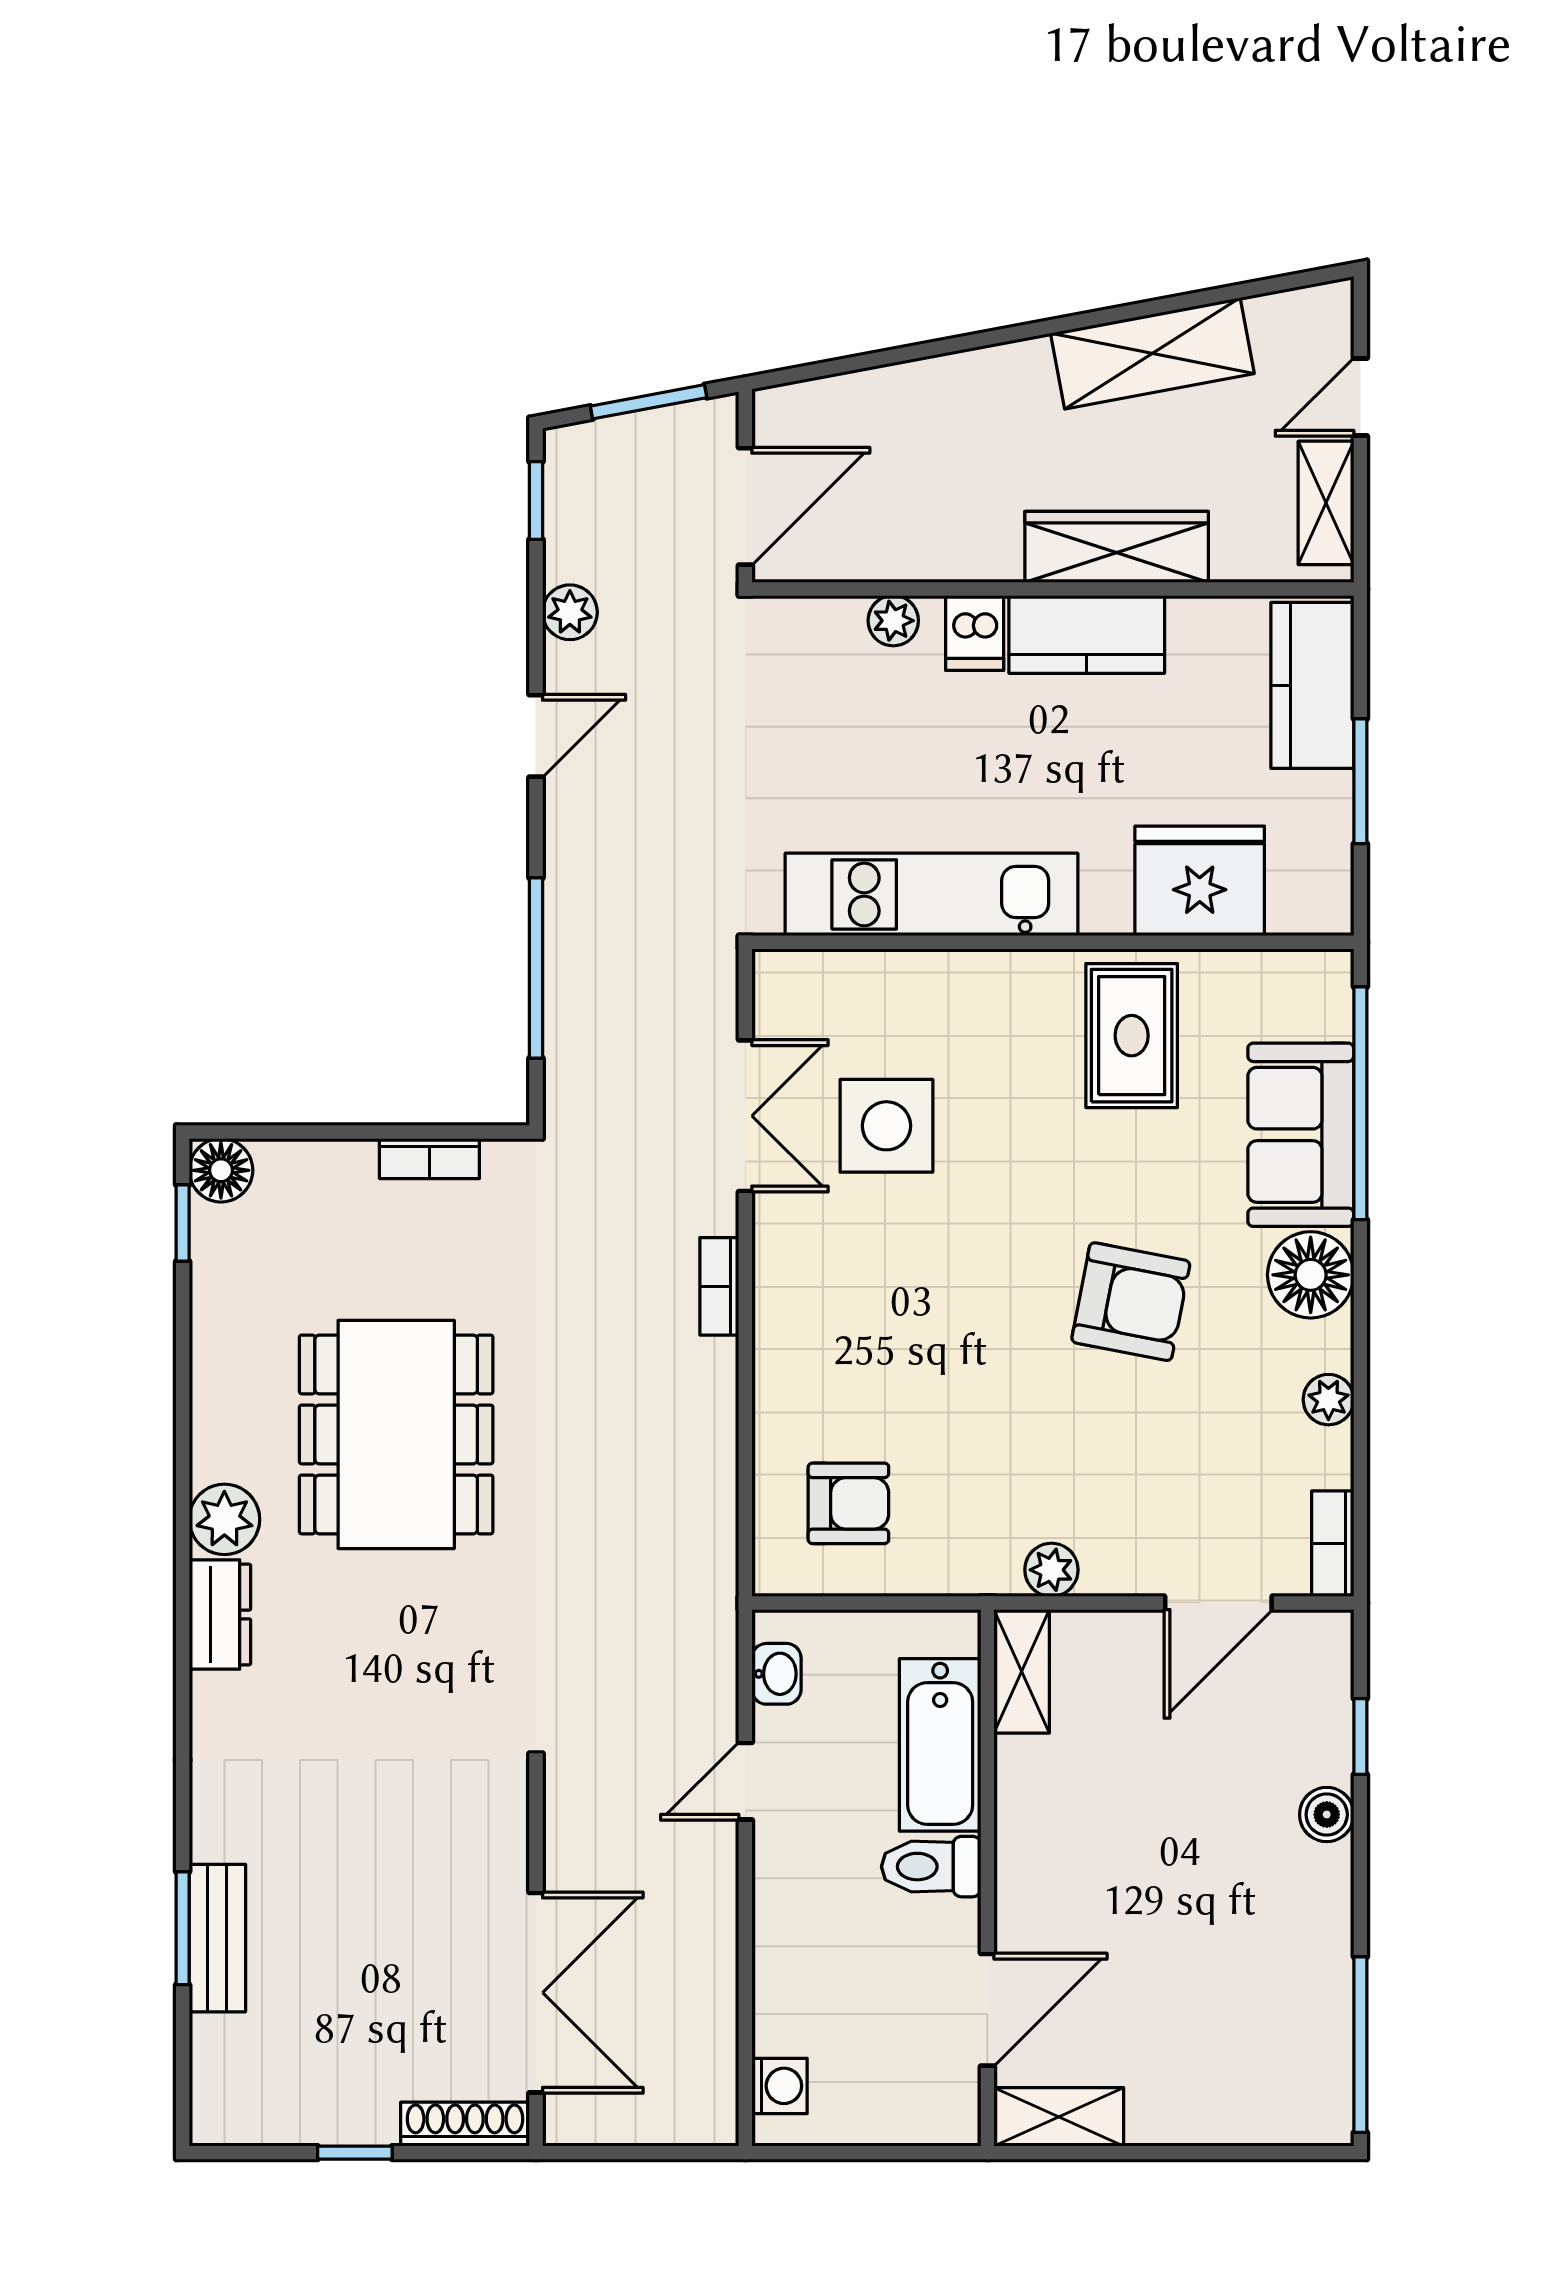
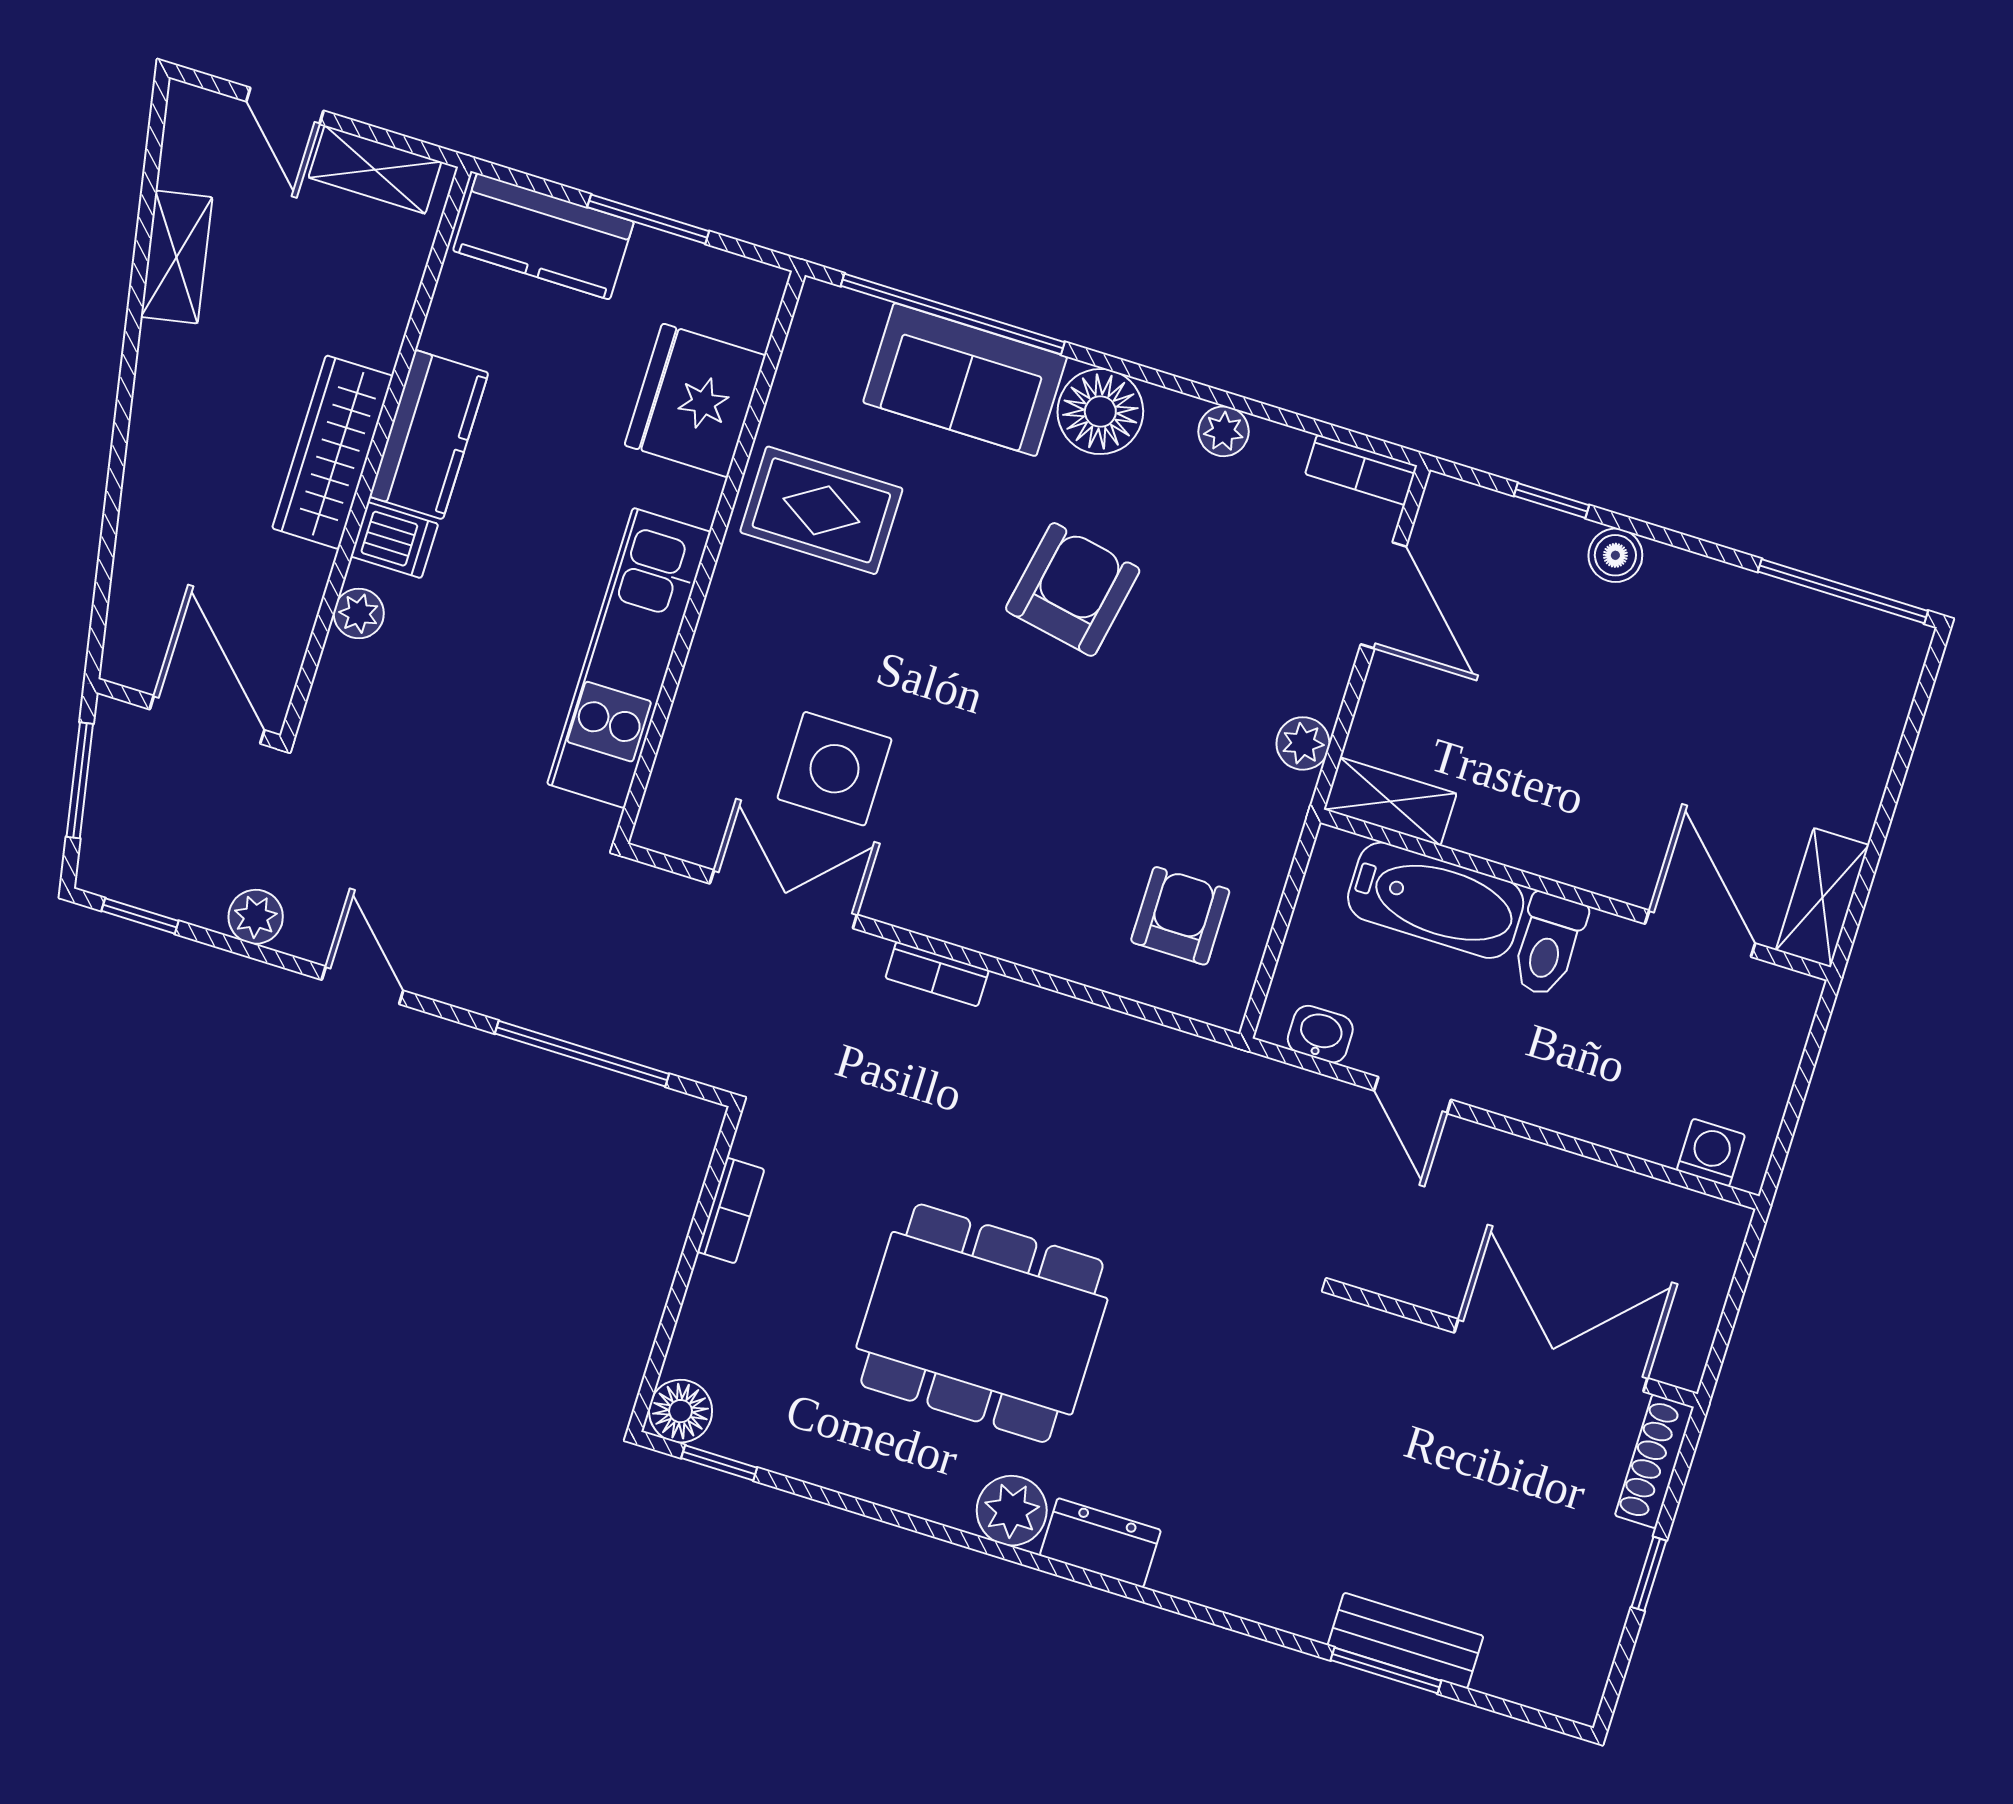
shelving: (1152, 353) -> (177, 257), width x0.67, depth x0.75
wardrobe: (1117, 547) -> (333, 452), moved

